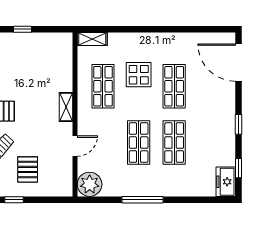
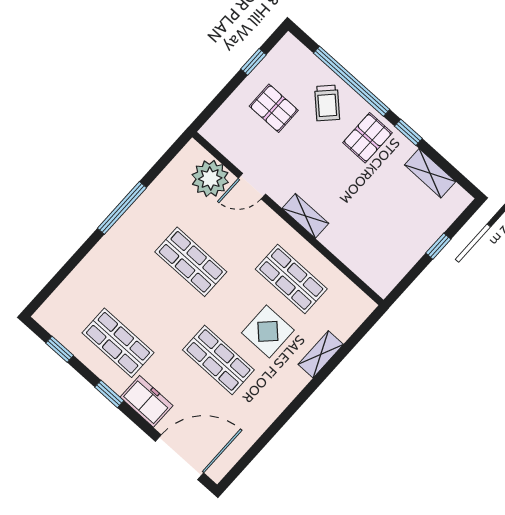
shelving: (92, 39) -> (321, 354), moved
shop shelf: (174, 143) -> (118, 343), moved
door: (75, 146) -> (252, 186), hinge flipped
freezer: (226, 182) -> (147, 401), moved
plant: (90, 184) -> (210, 178), moved

